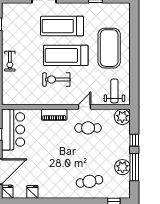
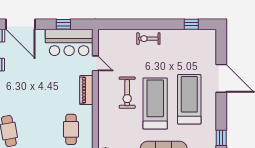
exercise bike: (56, 80) -> (127, 93), turned 180
door: (84, 107) -> (95, 63), moved

